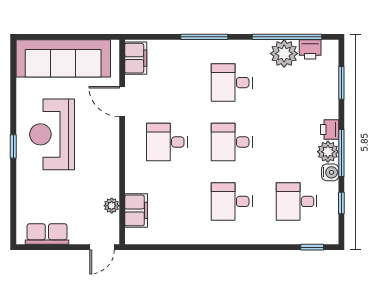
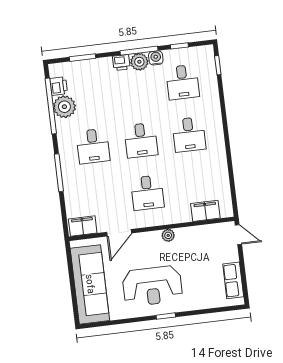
plant: (112, 206) -> (168, 235), moved

